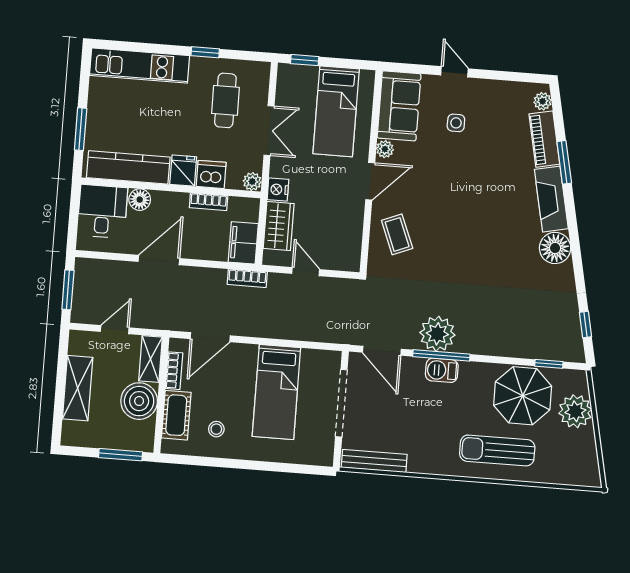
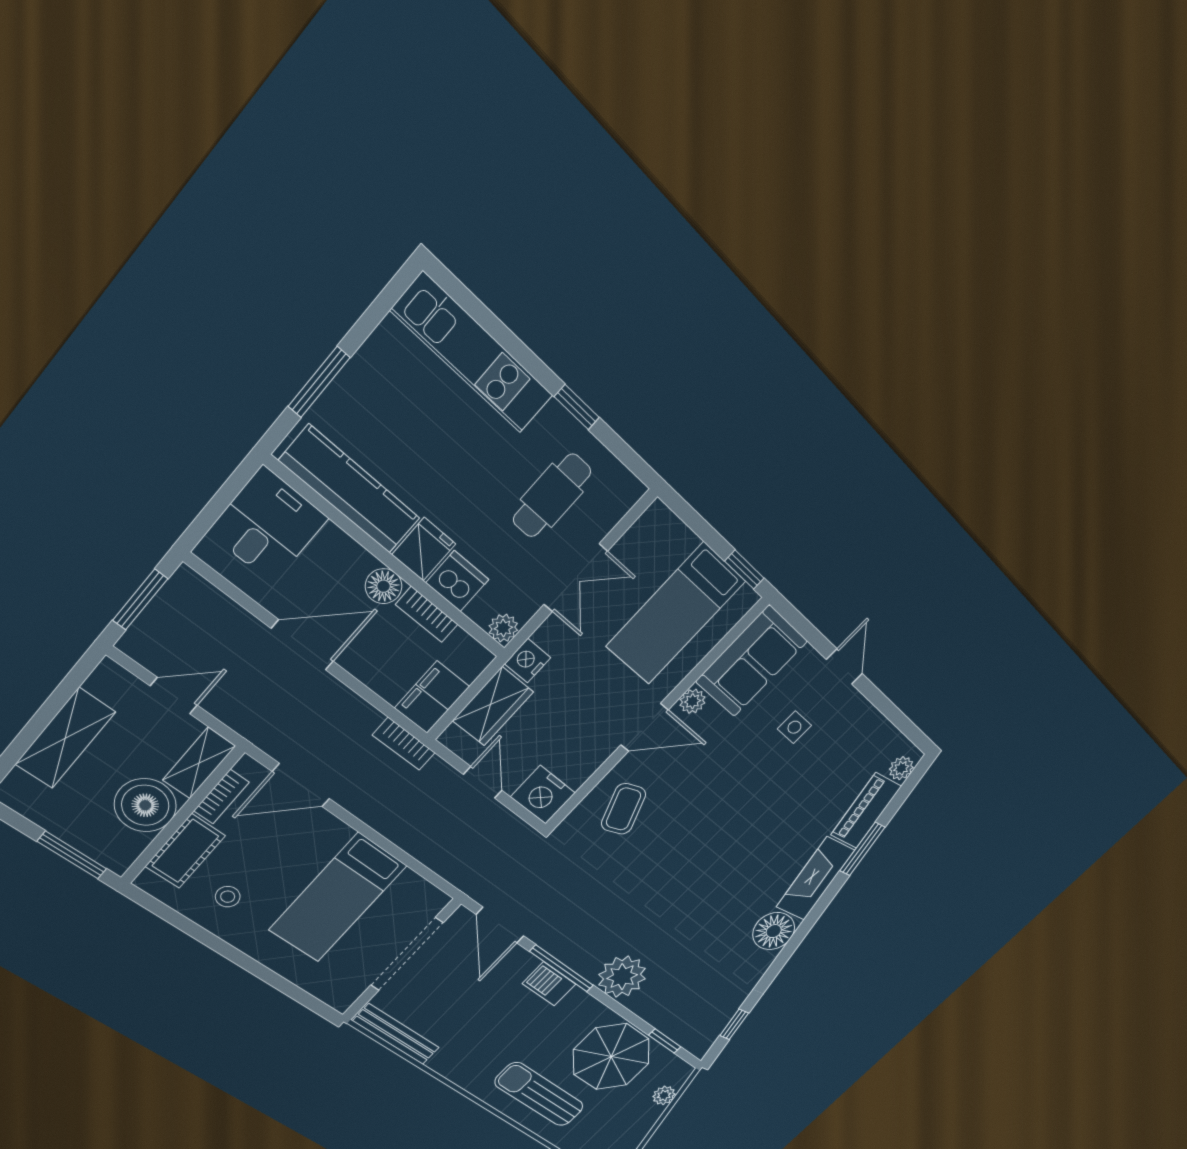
window: (305, 60) -> (744, 570), moved
floor lamp: (140, 200) -> (384, 586), moved
nightstand: (345, 257) -> (543, 795), added
plant: (437, 334) -> (622, 977), moved
plant: (575, 411) -> (664, 1095), width x0.53, depth x0.53

